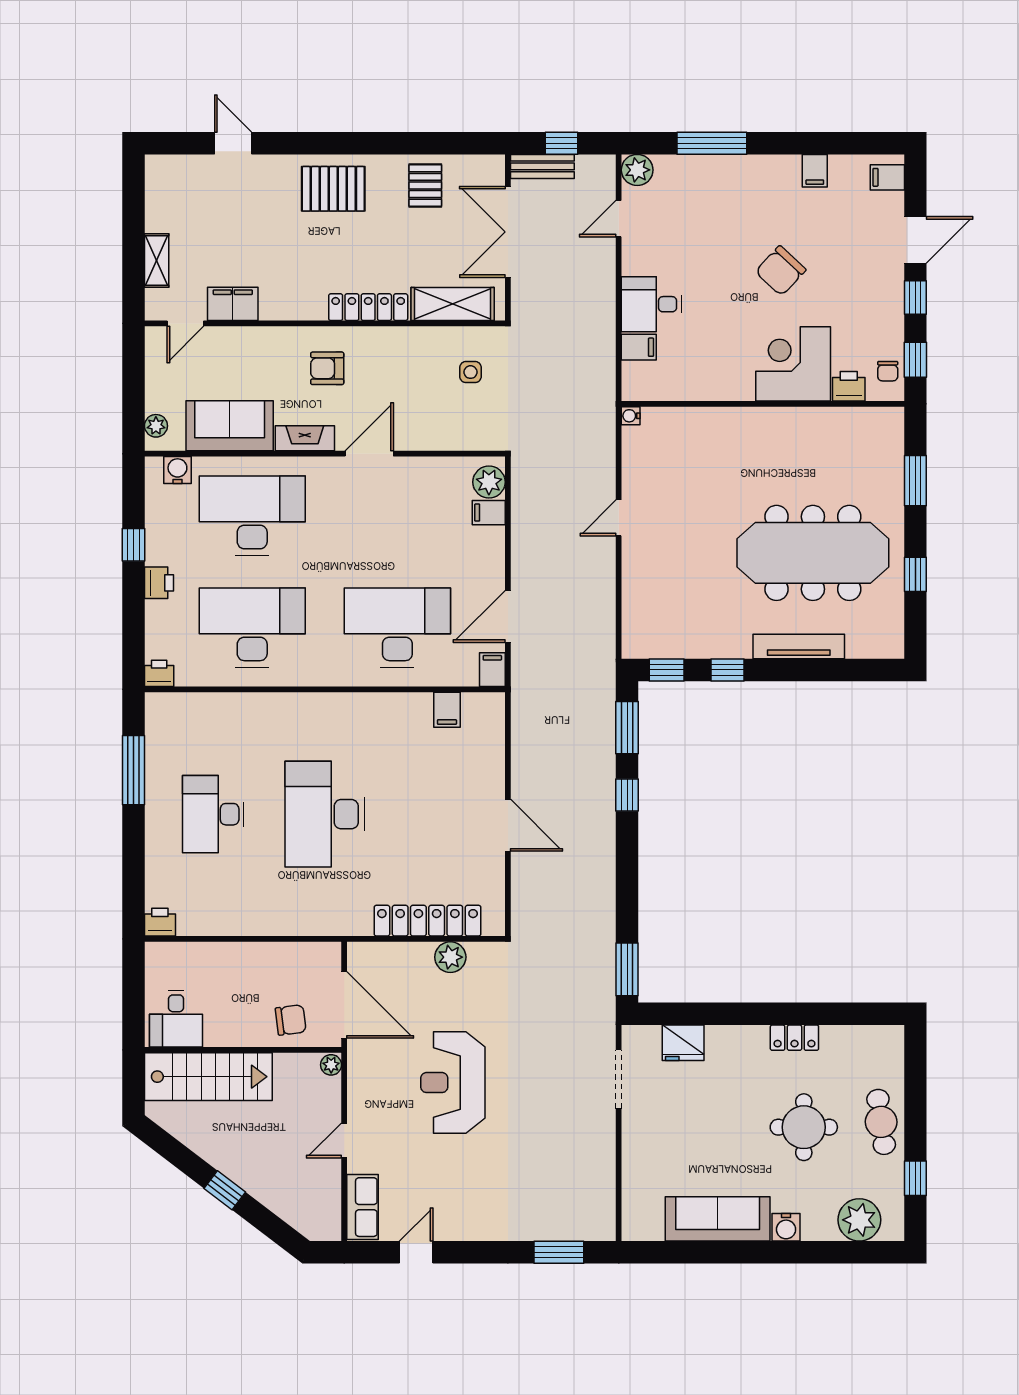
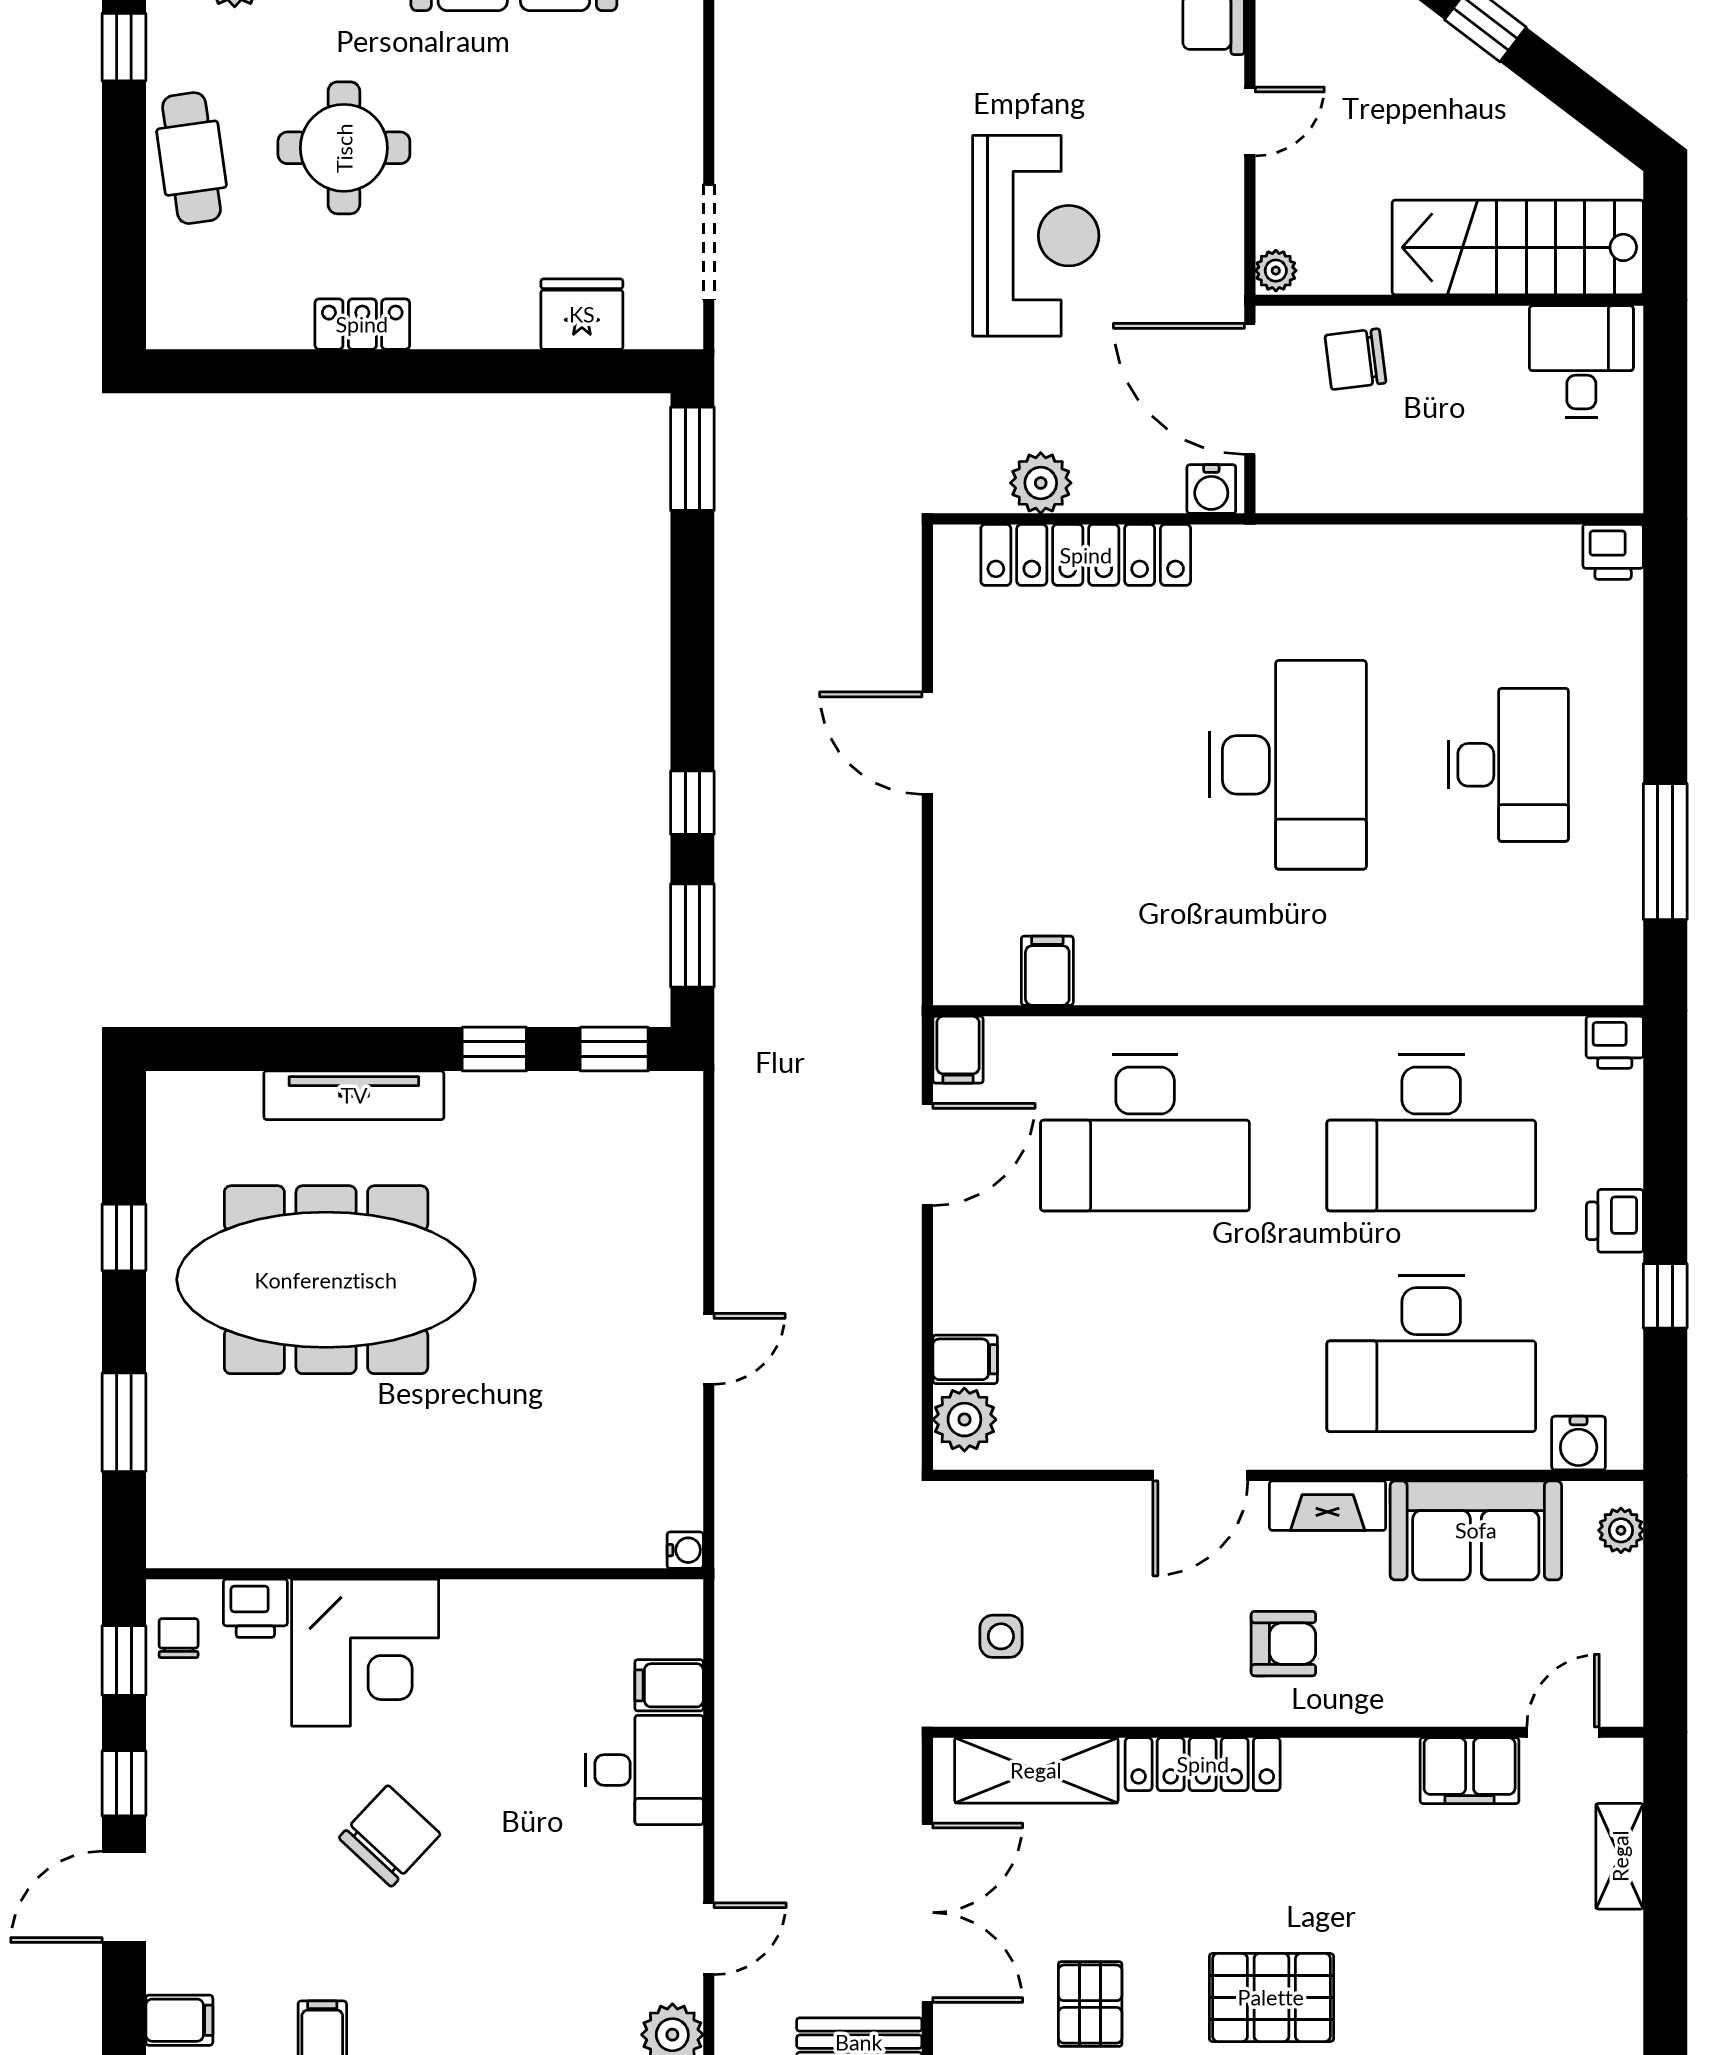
water cooler: (364, 954) -> (1211, 489), added

